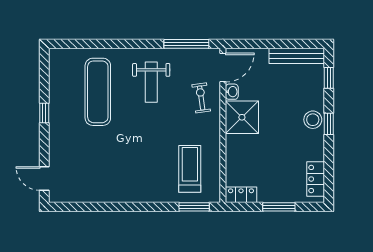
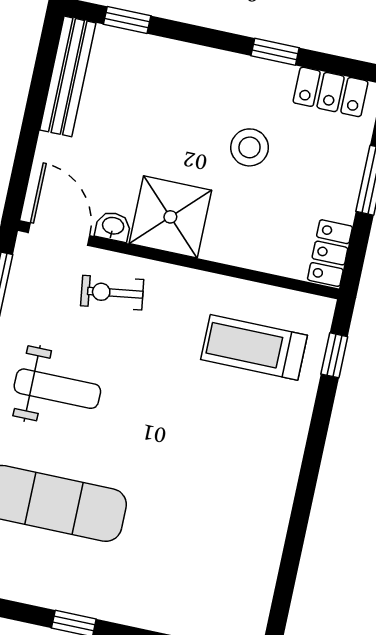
stool: (313, 120) -> (250, 147), moved
window: (329, 124) -> (275, 52), moved
window: (194, 207) -> (334, 355), width x0.67

